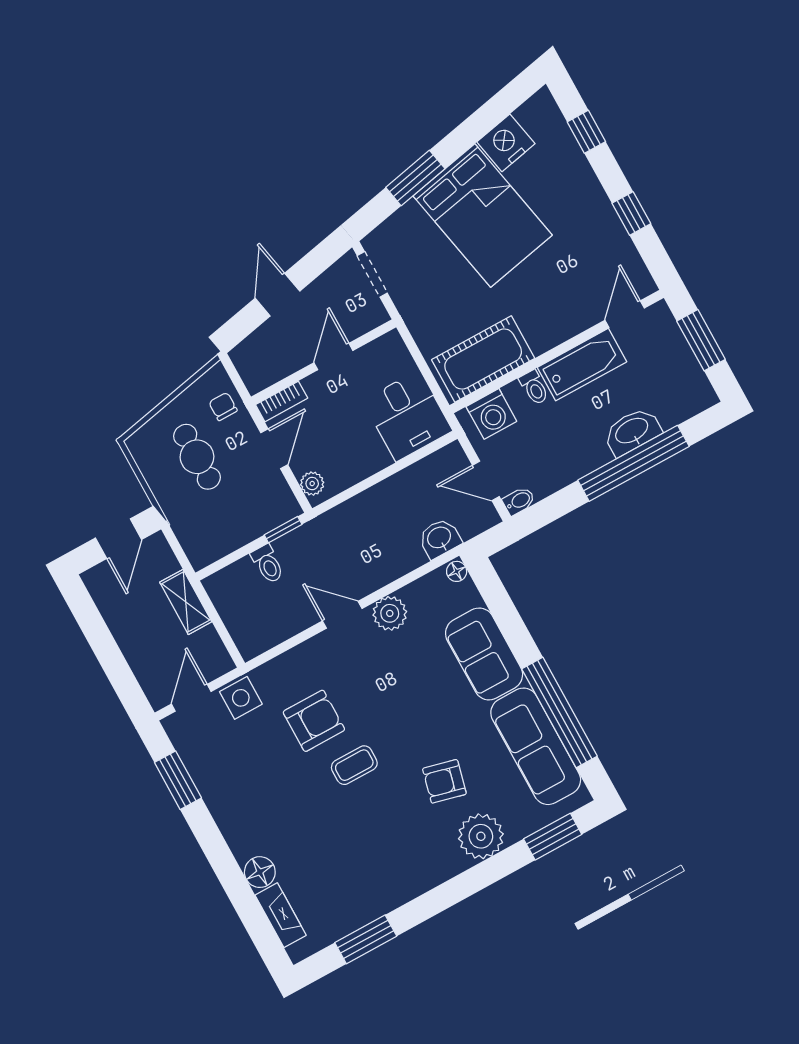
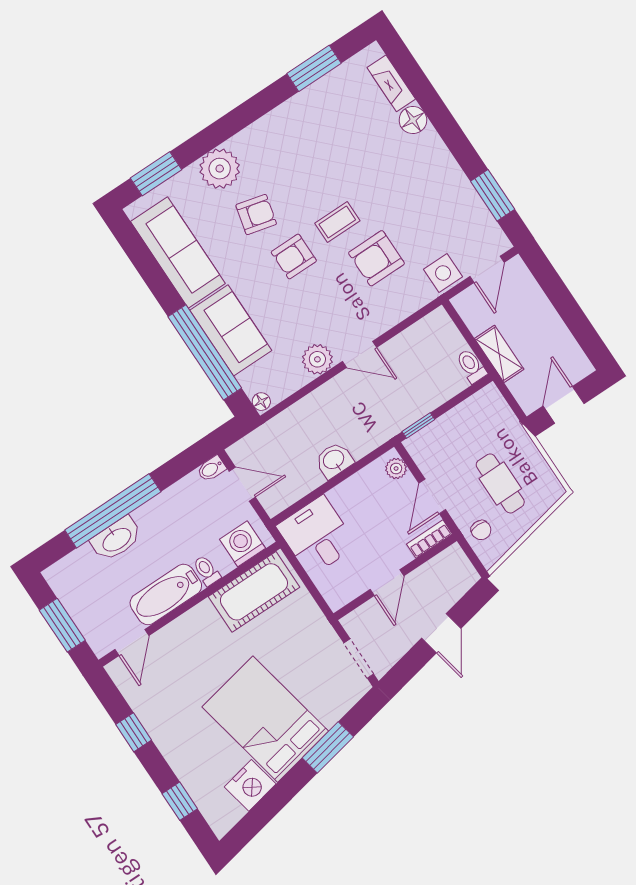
washbasin: (439, 538) -> (334, 460), moved, turned 180
toilet: (268, 564) -> (471, 366), moved
window: (559, 712) -> (205, 352), moved
armchair: (406, 731) -> (294, 257), added

